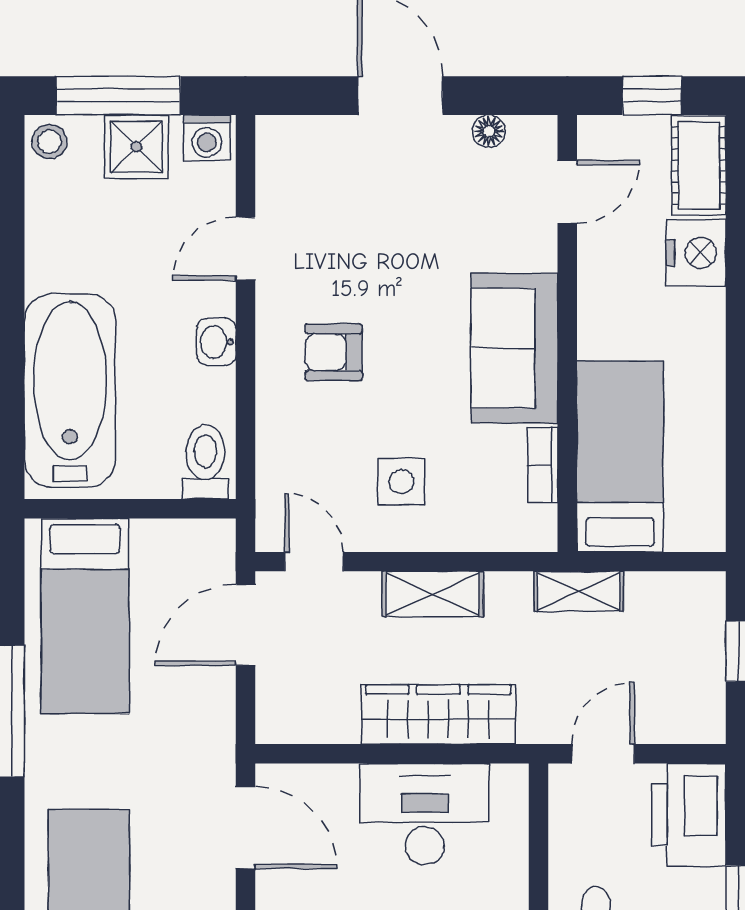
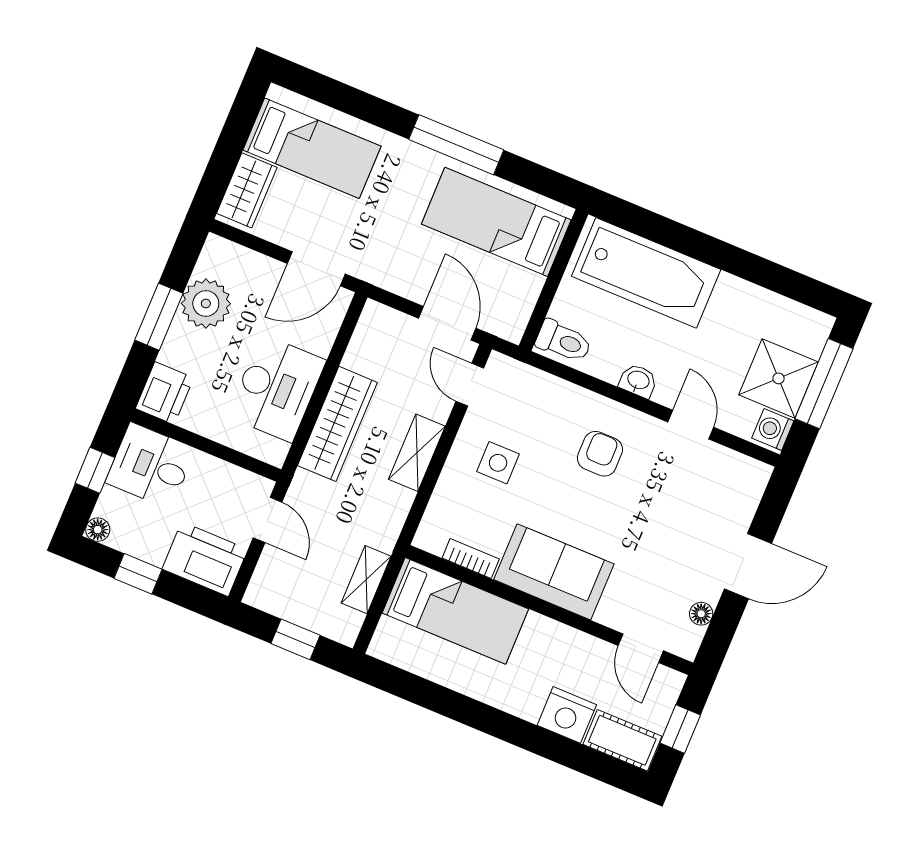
stool: (49, 142) -> (813, 327), removed
shower: (136, 147) -> (779, 378), width x1.36, depth x1.36
door: (314, 562) -> (470, 385), swing flipped
shelving: (579, 591) -> (366, 580), moved

